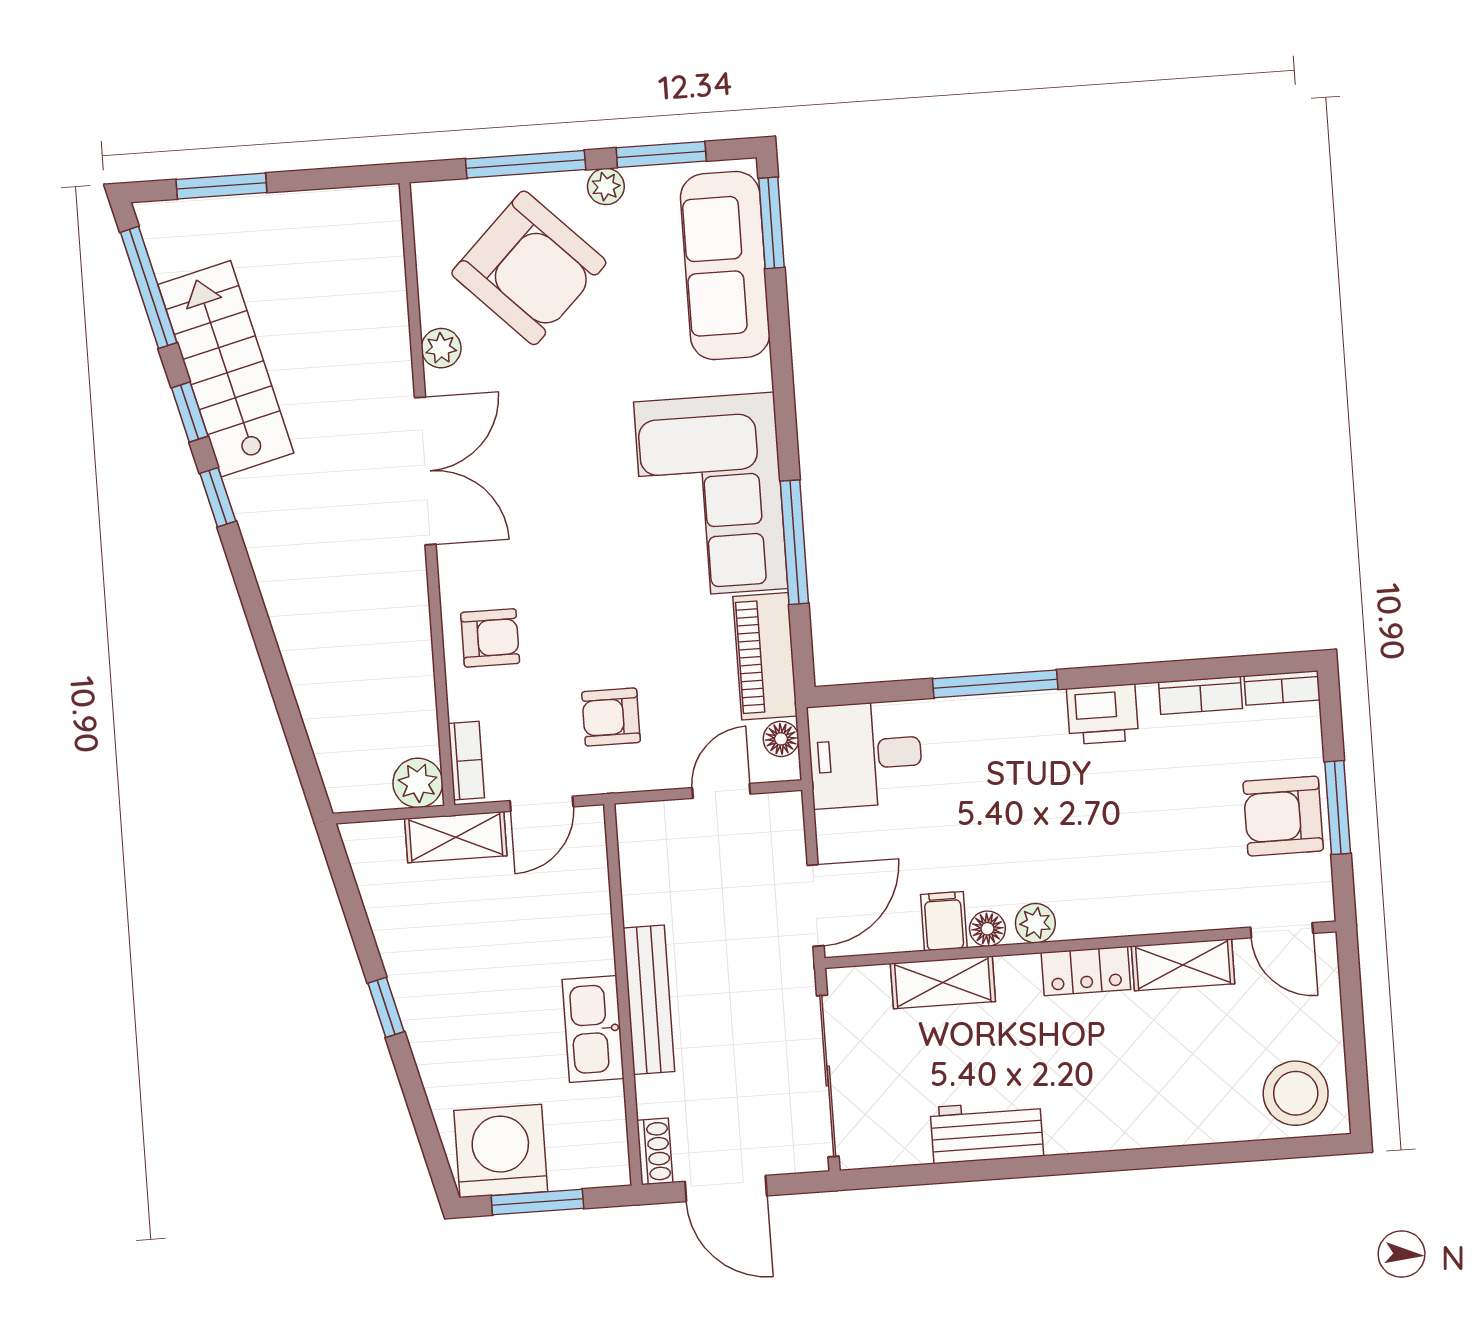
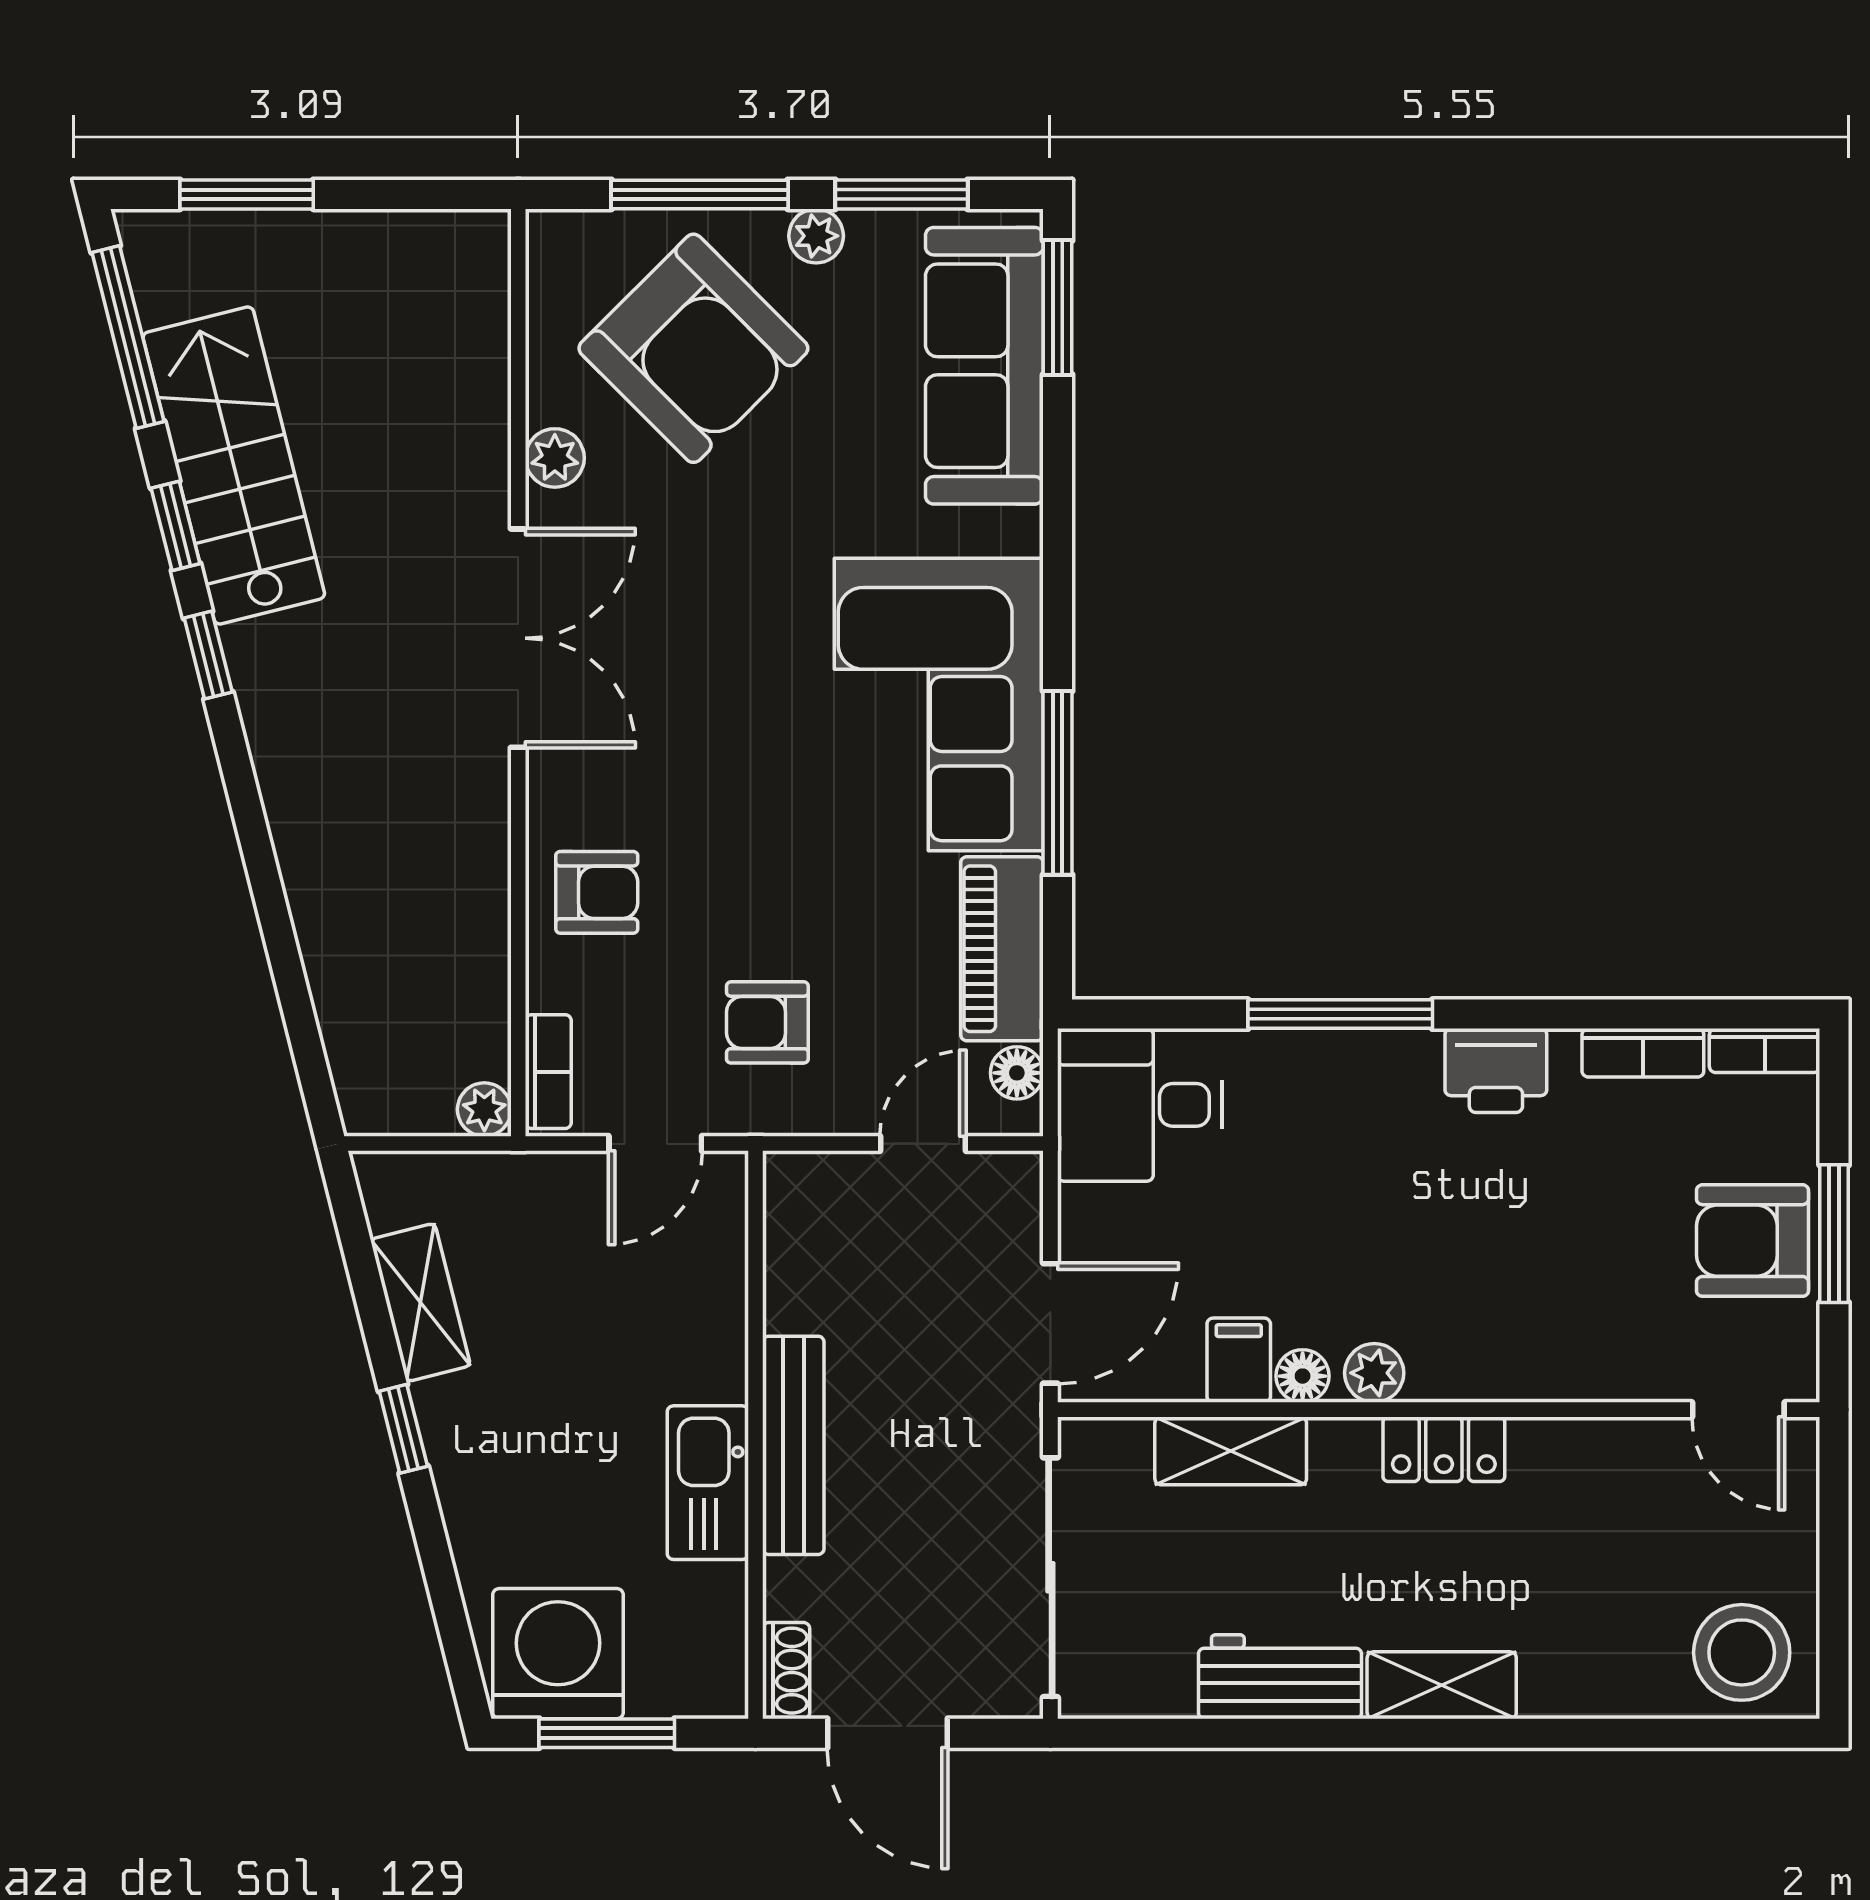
plant: (418, 783) -> (484, 1110), width x0.73, depth x0.73
shelving: (456, 837) -> (420, 1302), moved, turned 76
shelving: (1183, 965) -> (1442, 1685), moved

